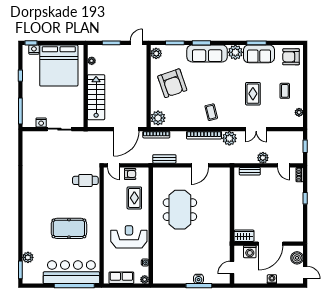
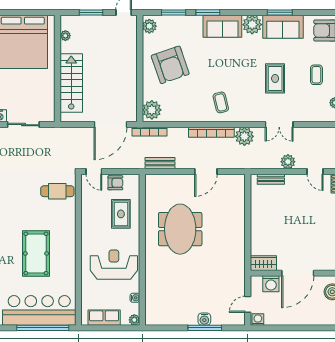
sofa: (207, 53) -> (222, 26), width x0.73
pool table: (69, 228) -> (36, 253), turned 90
washing machine: (272, 279) -> (258, 319), moved

